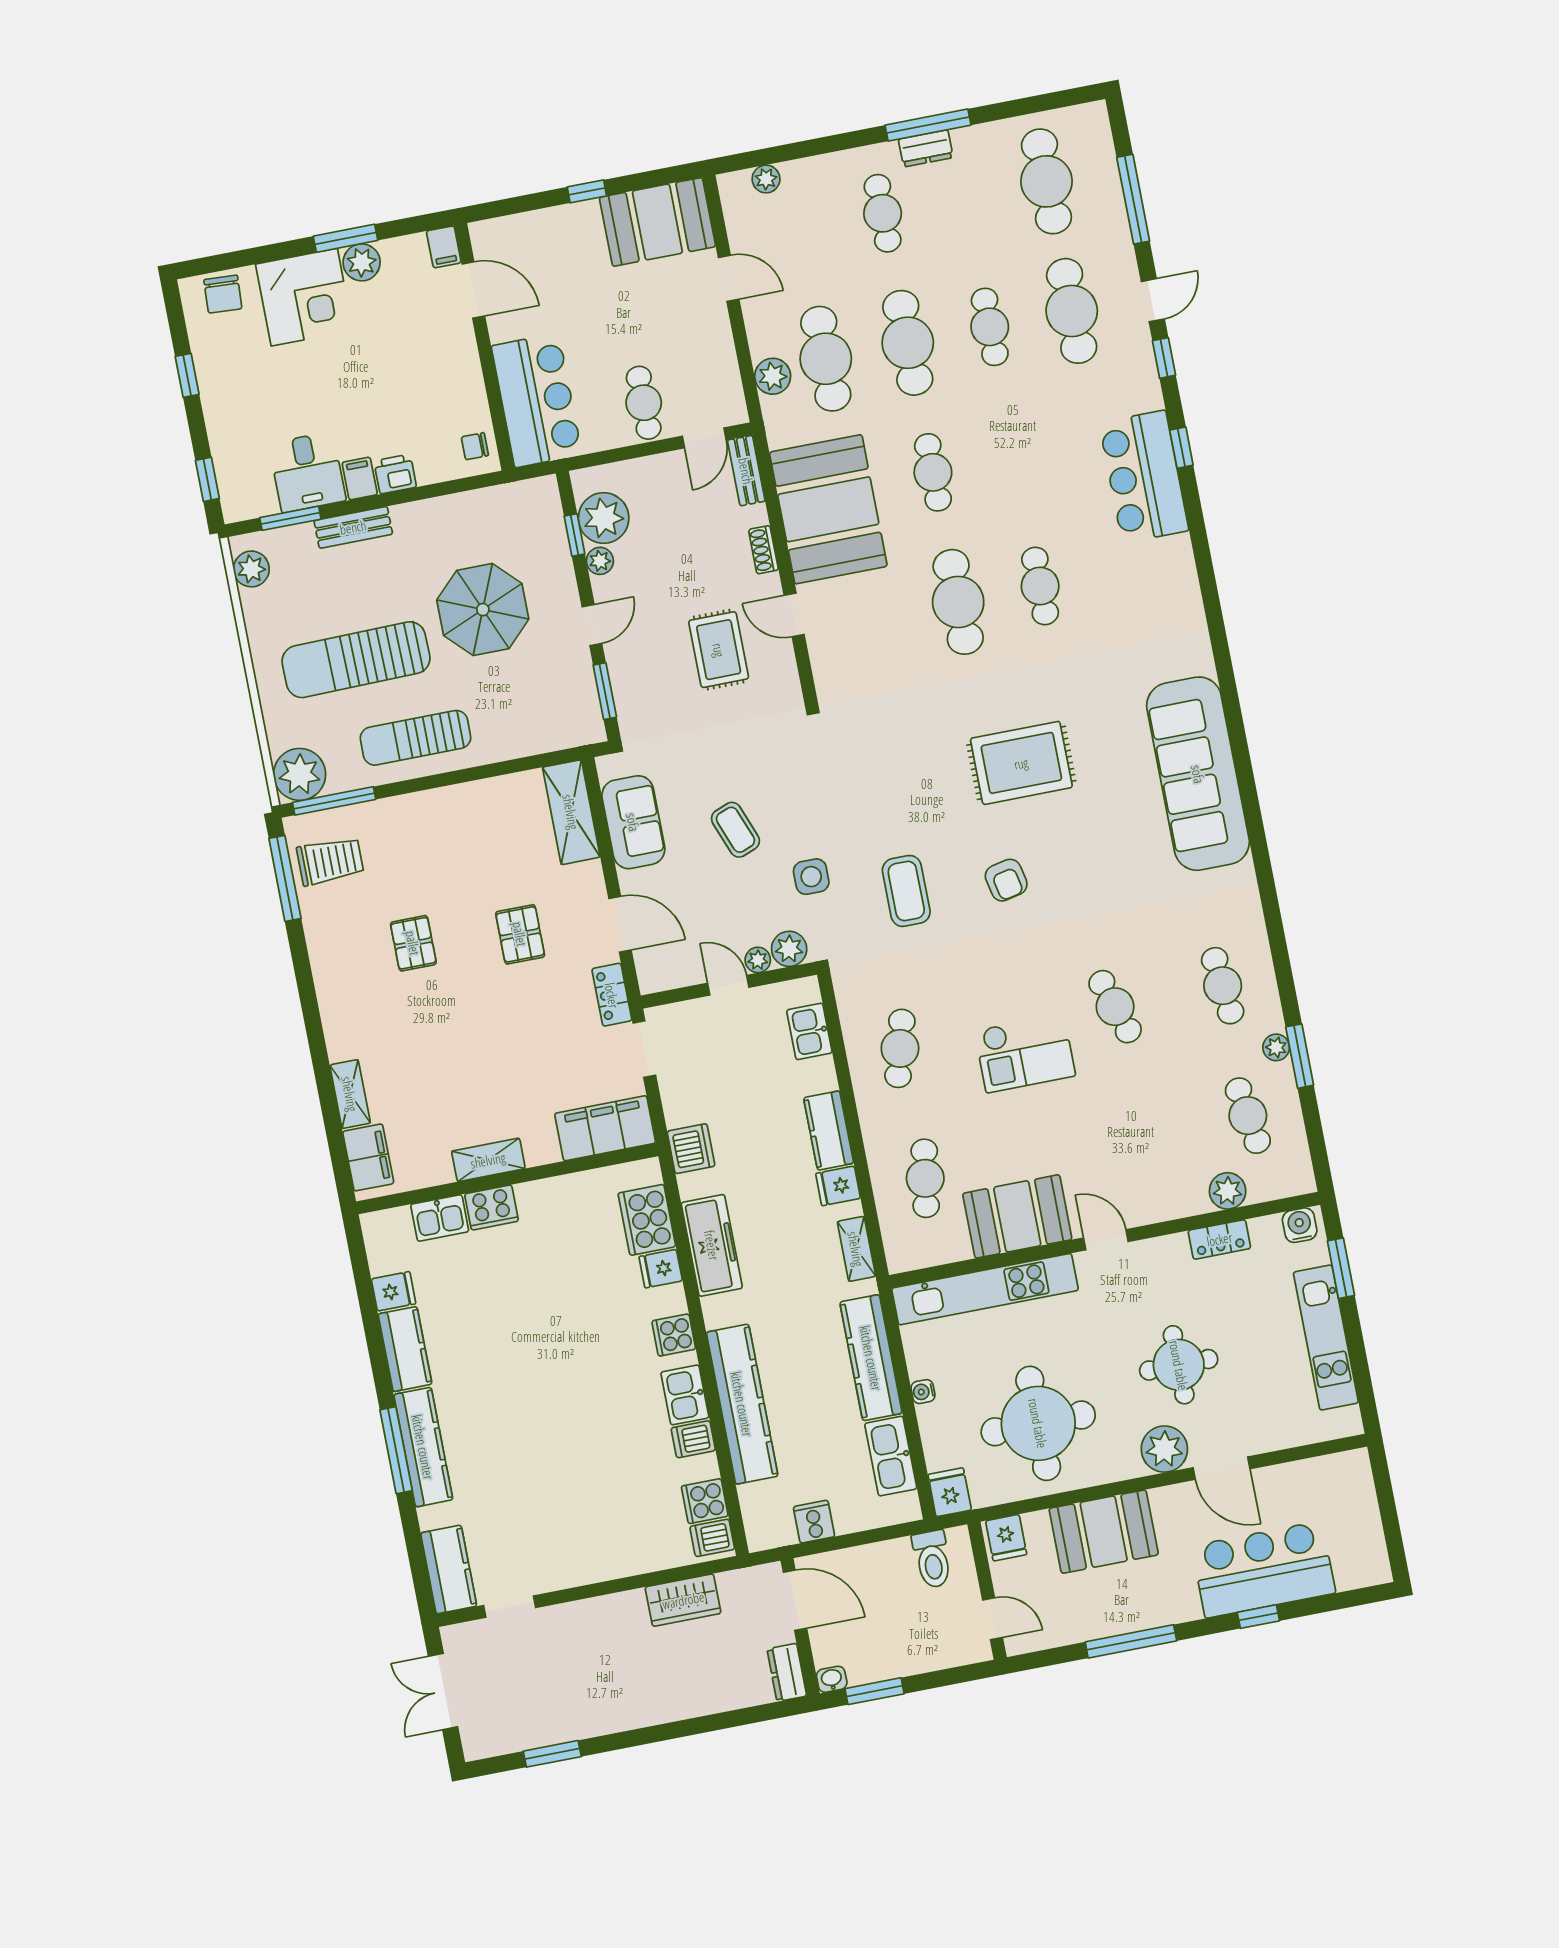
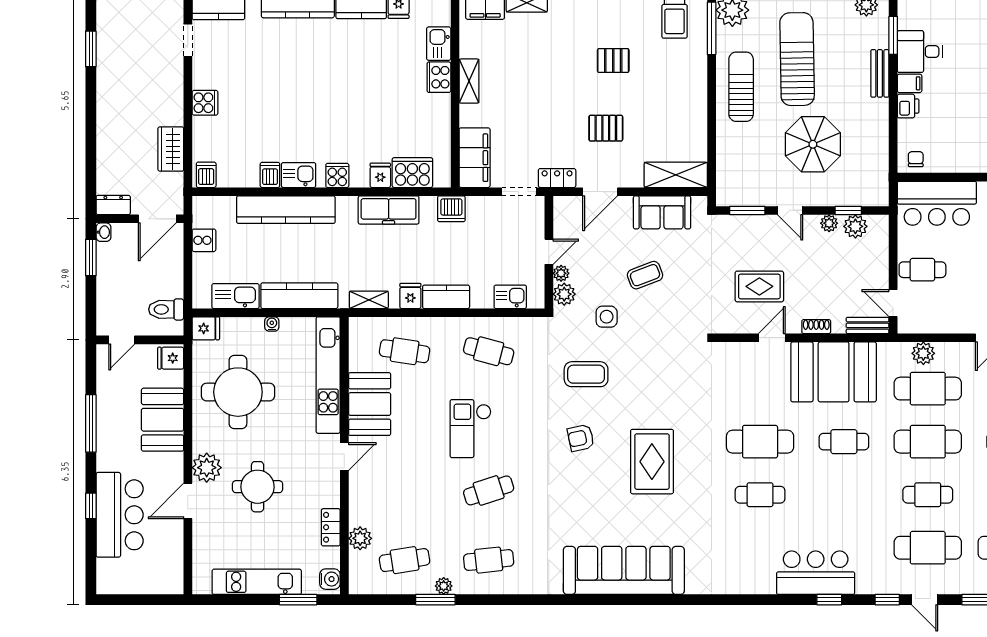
plant: (604, 518) -> (855, 226), width x0.73, depth x0.73
cooker: (705, 1501) -> (205, 103), moved, turned 90

